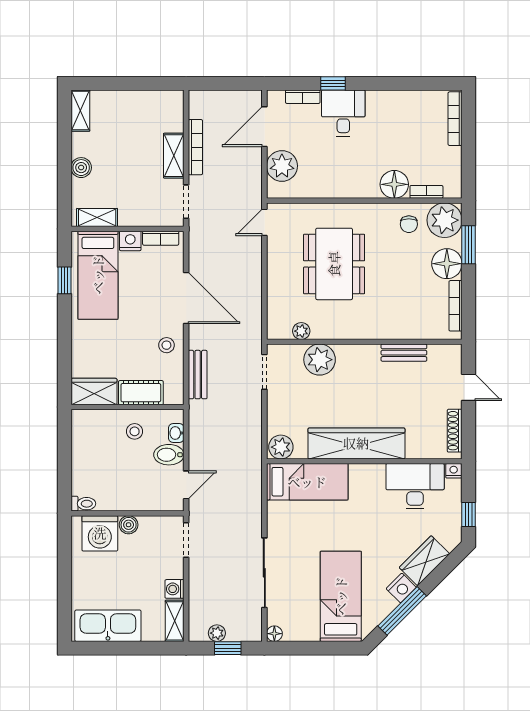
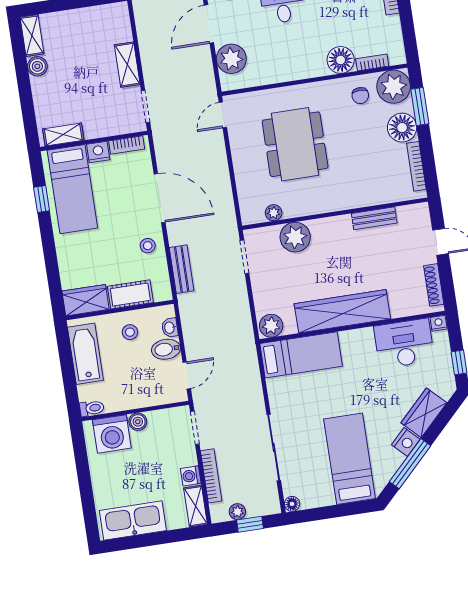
bookcase: (195, 147) -> (211, 476), moved
boiler: (81, 168) -> (37, 66), moved
bathtub: (85, 447) -> (85, 354), added

